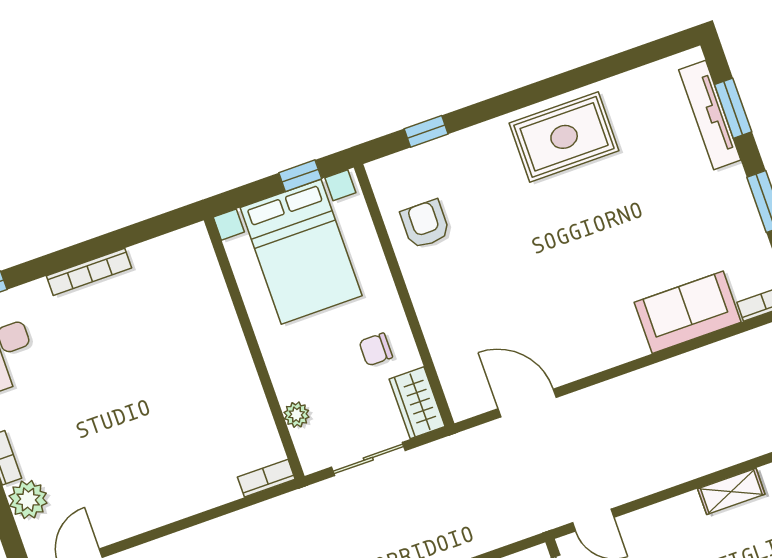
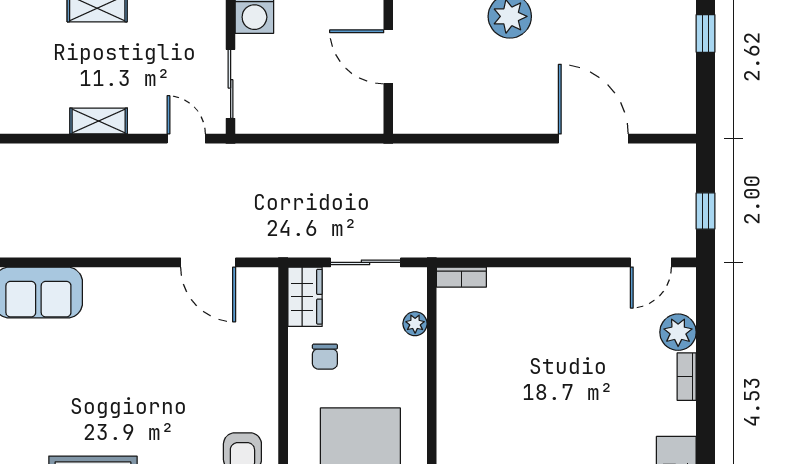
chair: (376, 349) -> (325, 357), turned 90
shelving: (731, 491) -> (99, 121), moved

